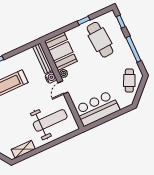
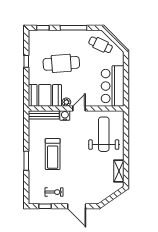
cafe table: (100, 40) -> (61, 63), moved
door: (63, 87) -> (79, 108), swing flipped

